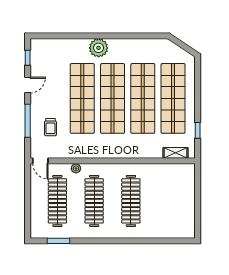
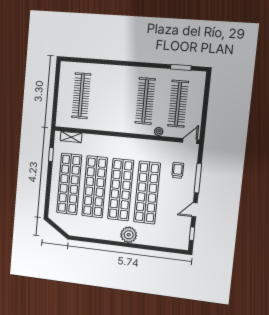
door: (40, 161) -> (190, 141), hinge flipped
clothes rail: (131, 201) -> (81, 96), moved

